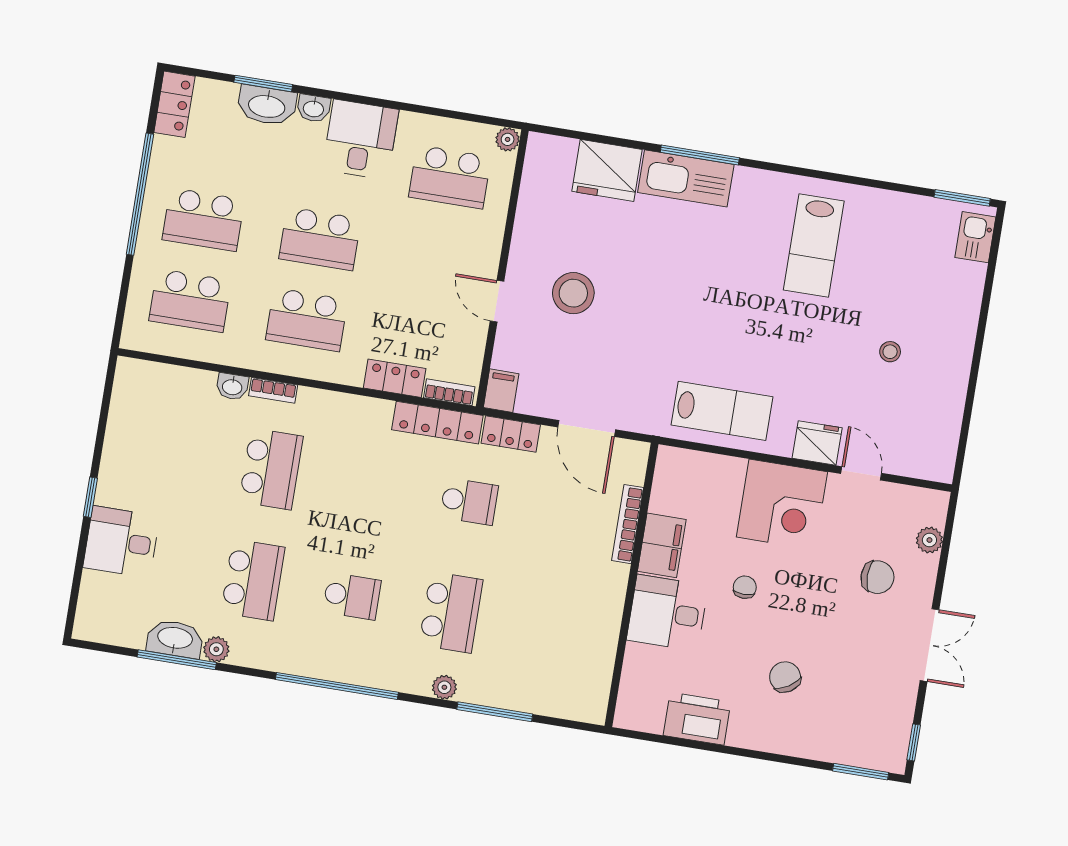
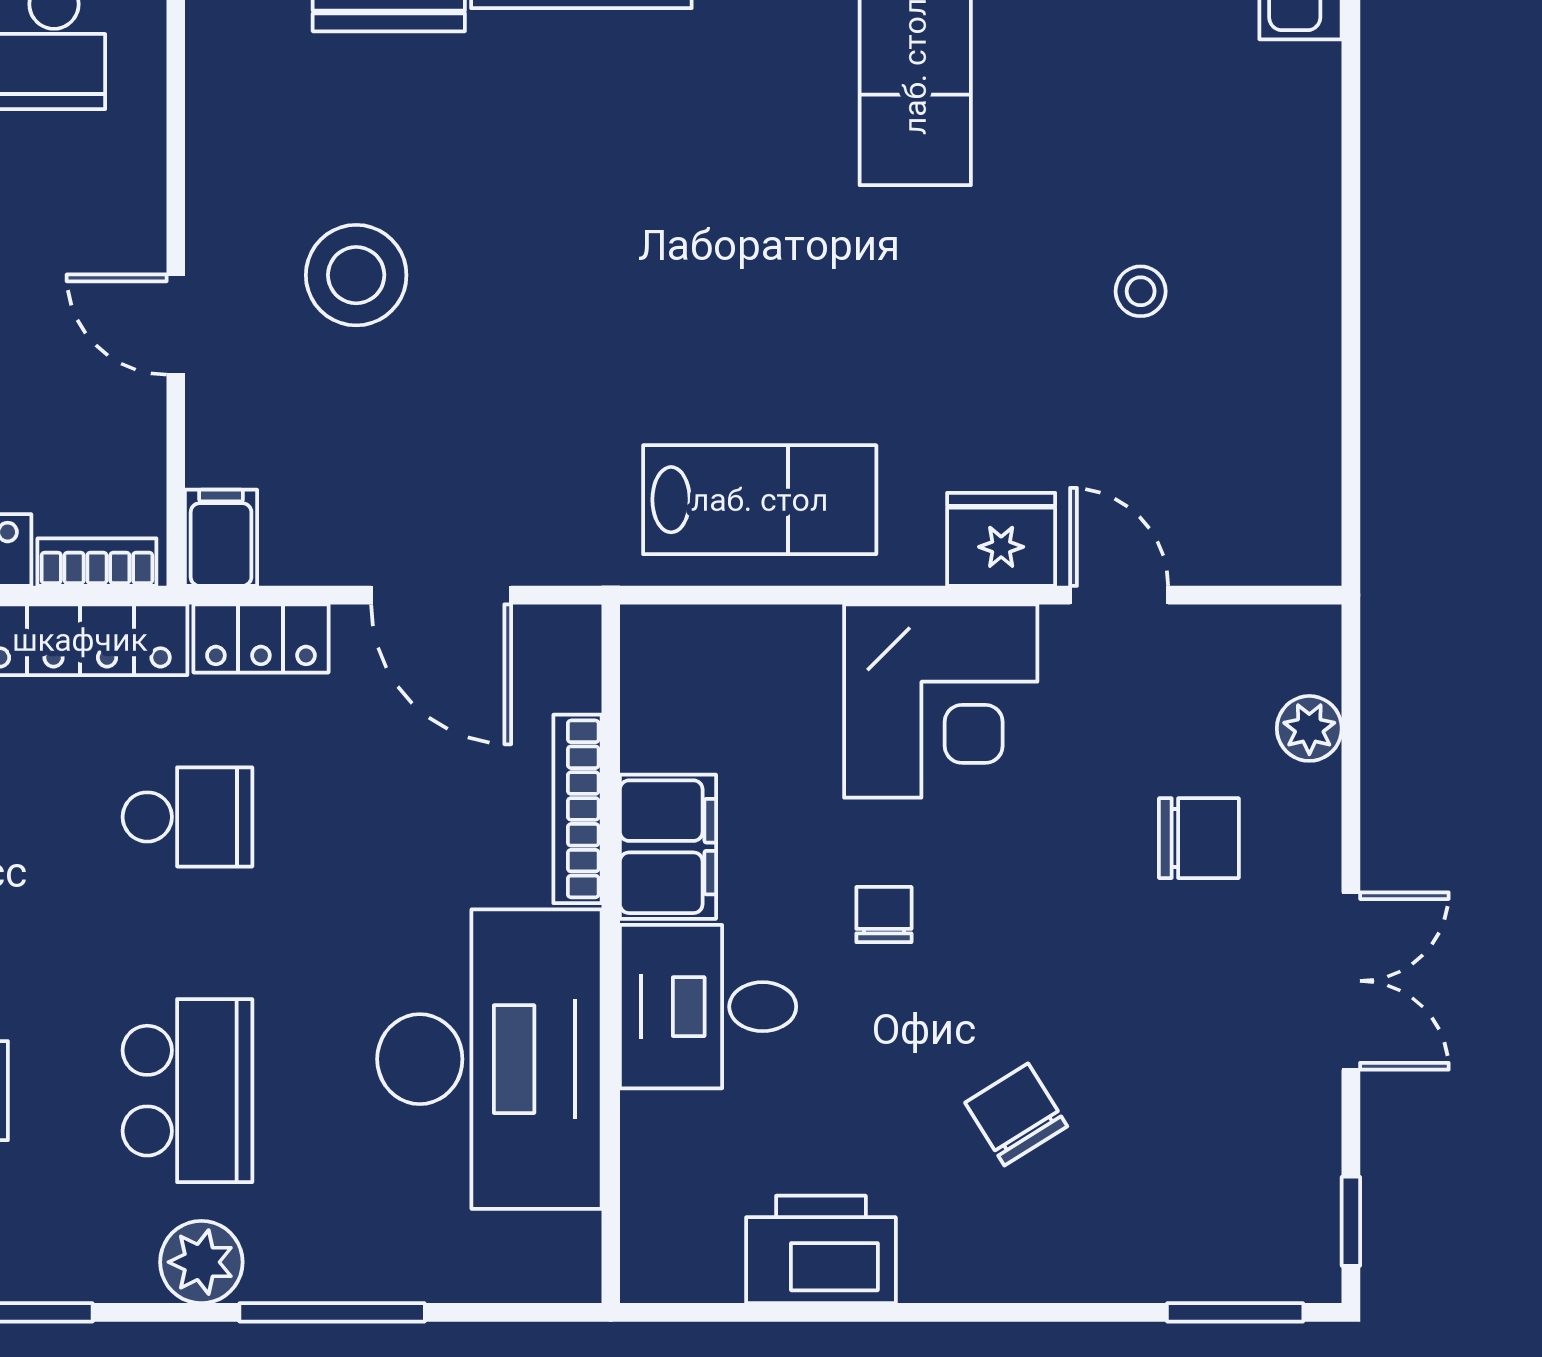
desk: (575, 620) -> (489, 1059), added
plant: (444, 687) -> (201, 1262), width x1.38, depth x1.38

